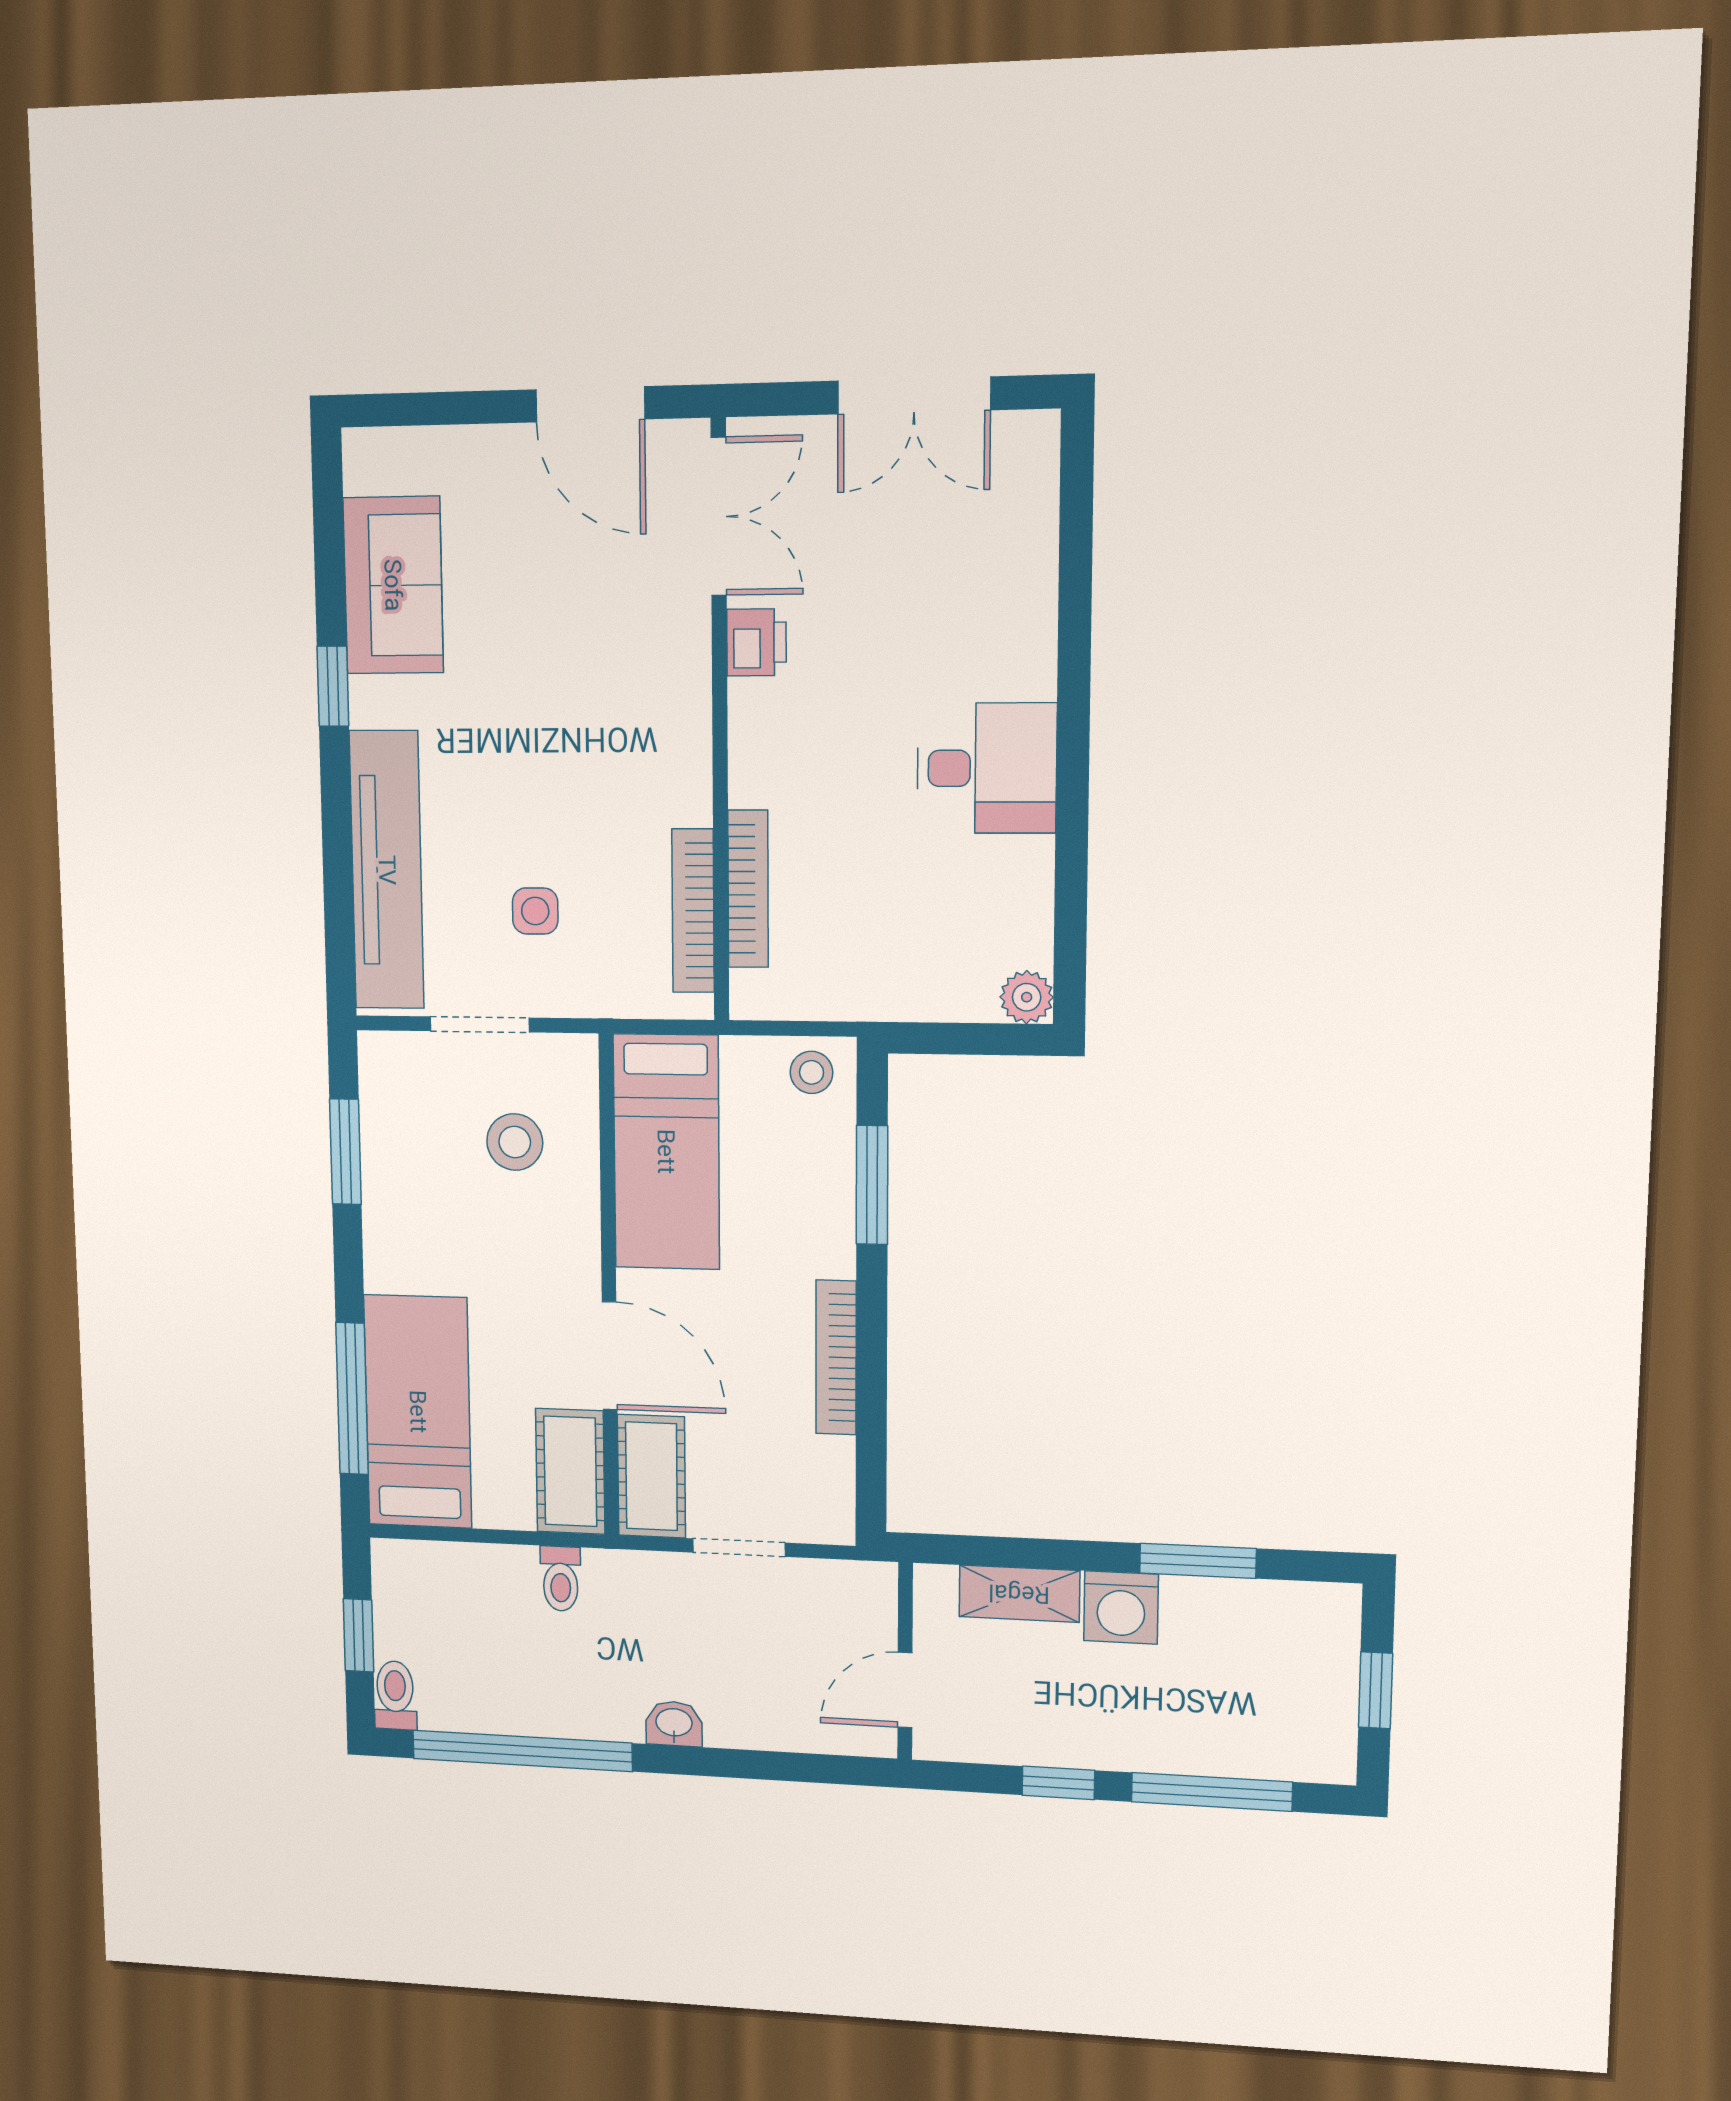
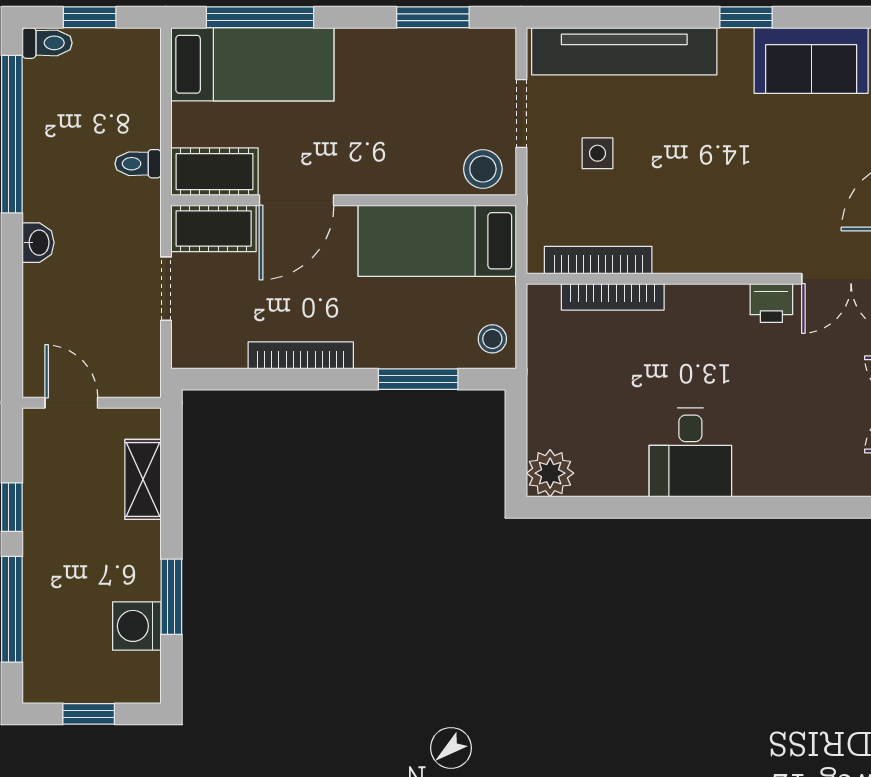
plant: (1027, 997) -> (550, 473), width x1.38, depth x1.38
stool: (515, 1142) -> (483, 169), moved
washing machine: (1121, 1607) -> (137, 626), moved

